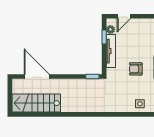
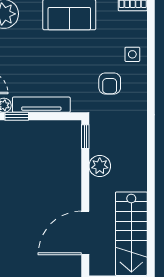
armchair: (136, 69) -> (110, 83), moved
plant: (75, 85) -> (100, 166), added

